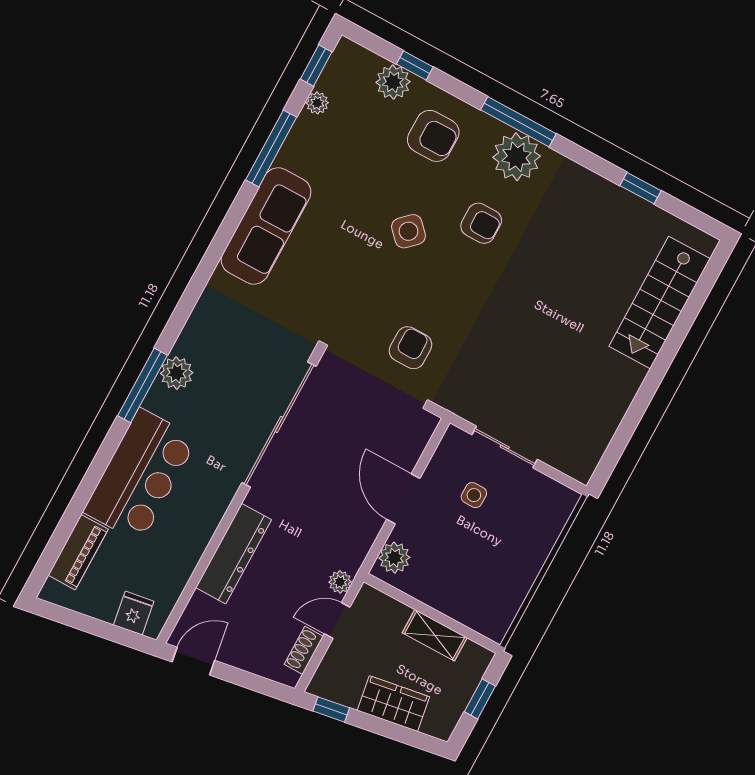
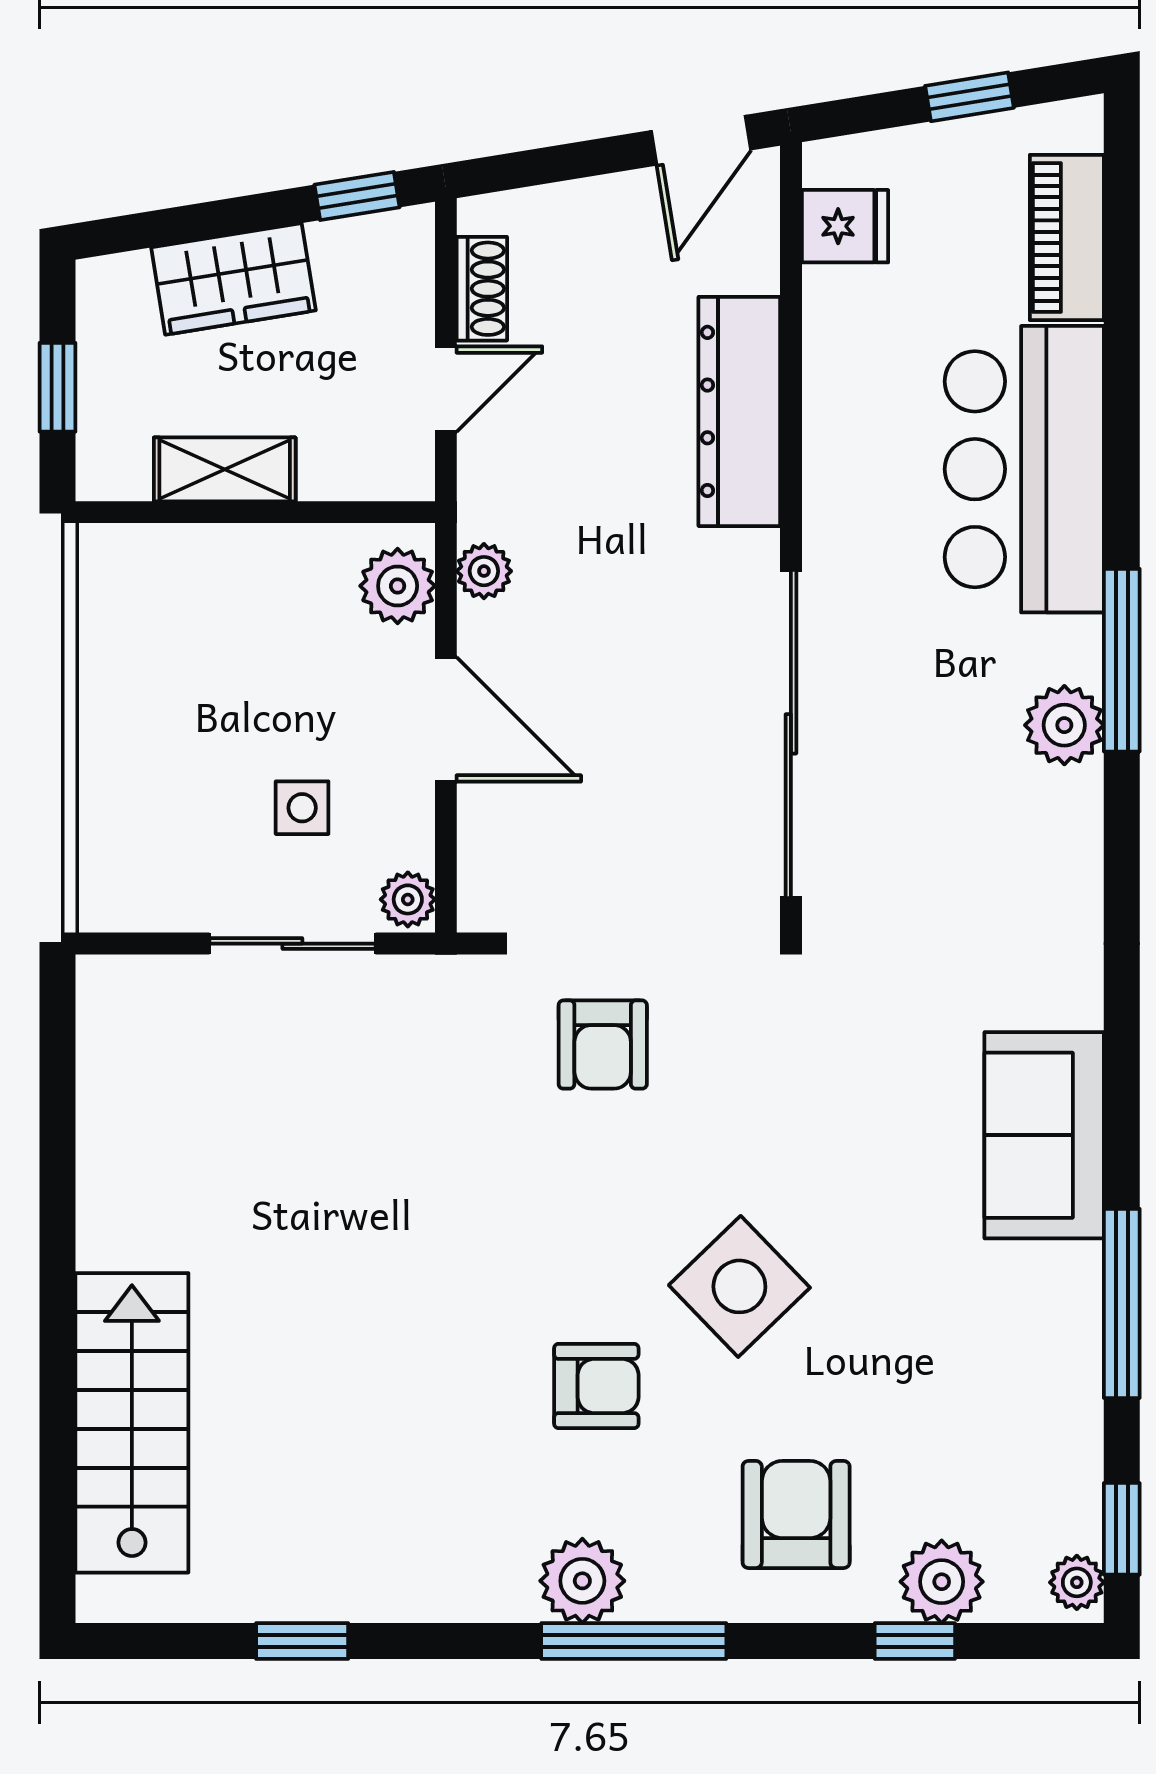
plant: (317, 103) -> (1077, 1582), moved
armchair: (433, 136) -> (796, 1514), turned 90
plant: (517, 157) -> (582, 1581), width x0.73, depth x0.73
armchair: (481, 223) -> (596, 1386), turned 180
sofa: (266, 226) -> (1044, 1135), width x0.73
side table: (409, 231) -> (739, 1286), width x1.37, depth x1.37
plant: (453, 440) -> (408, 899), added
plant: (340, 582) -> (484, 571), moved
fridge: (134, 613) -> (845, 226), moved, turned -81
window: (86, 623) -> (969, 97), added

